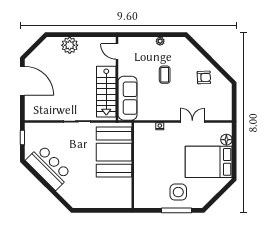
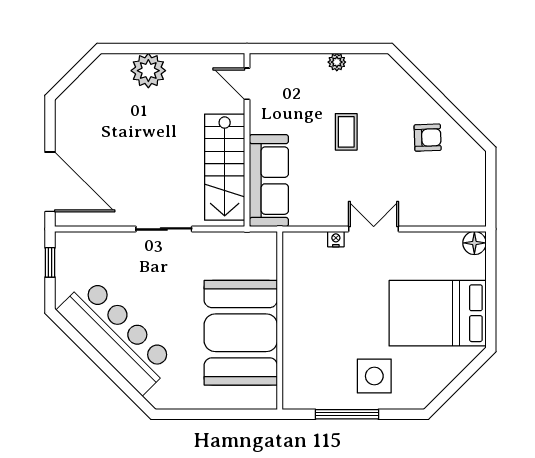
door: (22, 81) -> (50, 182), moved
double door: (192, 121) -> (374, 229), moved
floor lamp: (226, 140) -> (474, 243), moved
booth: (114, 152) -> (241, 333), moved
bar counter: (49, 167) -> (116, 336), width x1.36
window: (177, 210) -> (347, 414), moved

